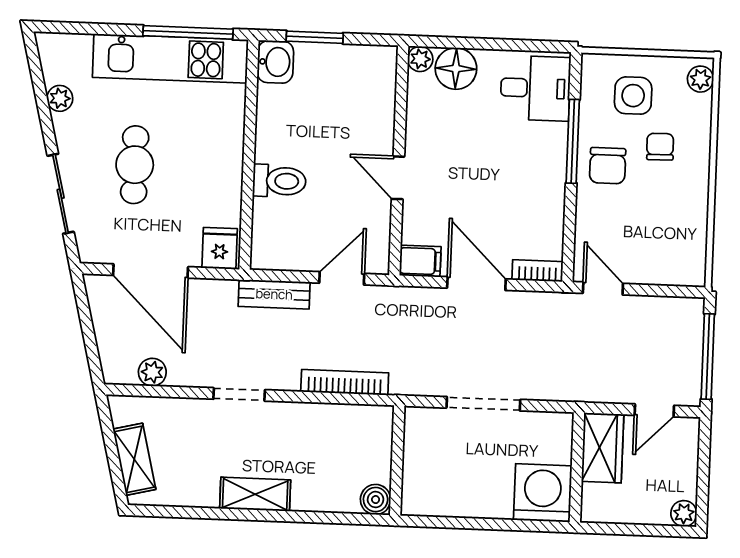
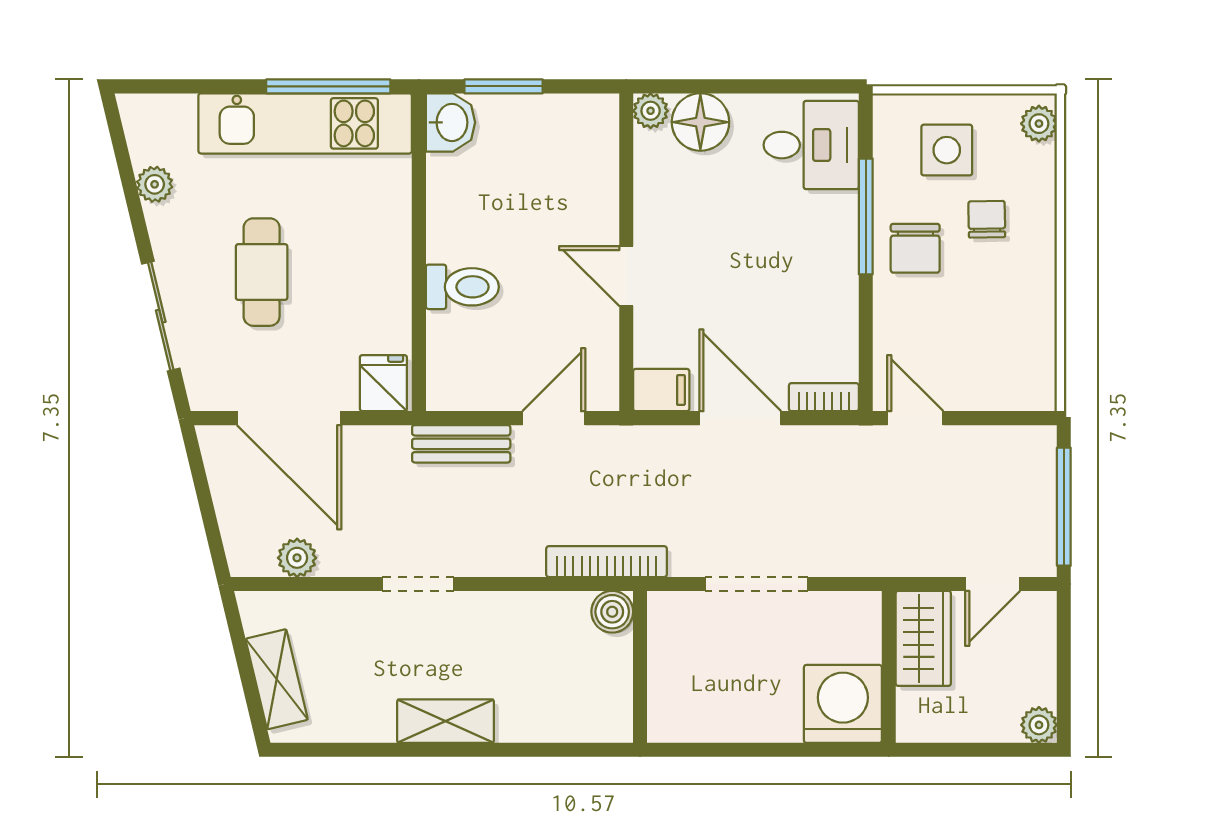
bookcase: (345, 382) -> (607, 562), moved
boiler: (376, 500) -> (612, 612), moved

